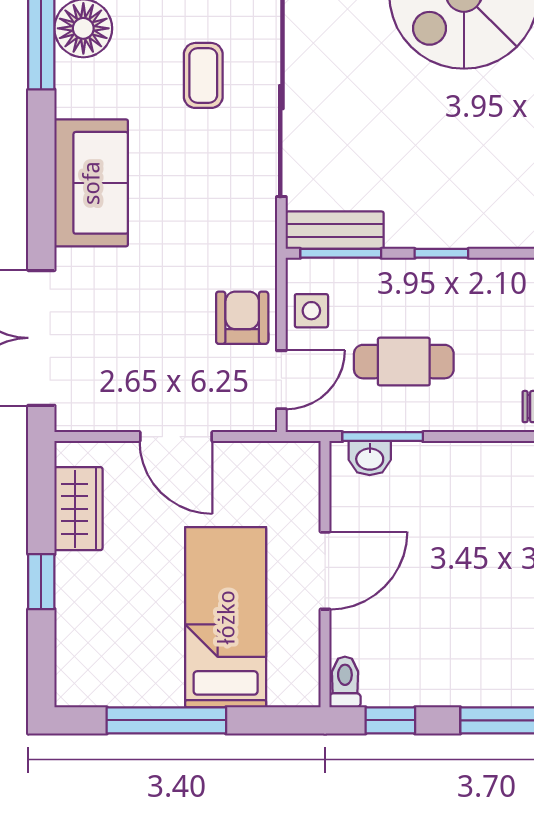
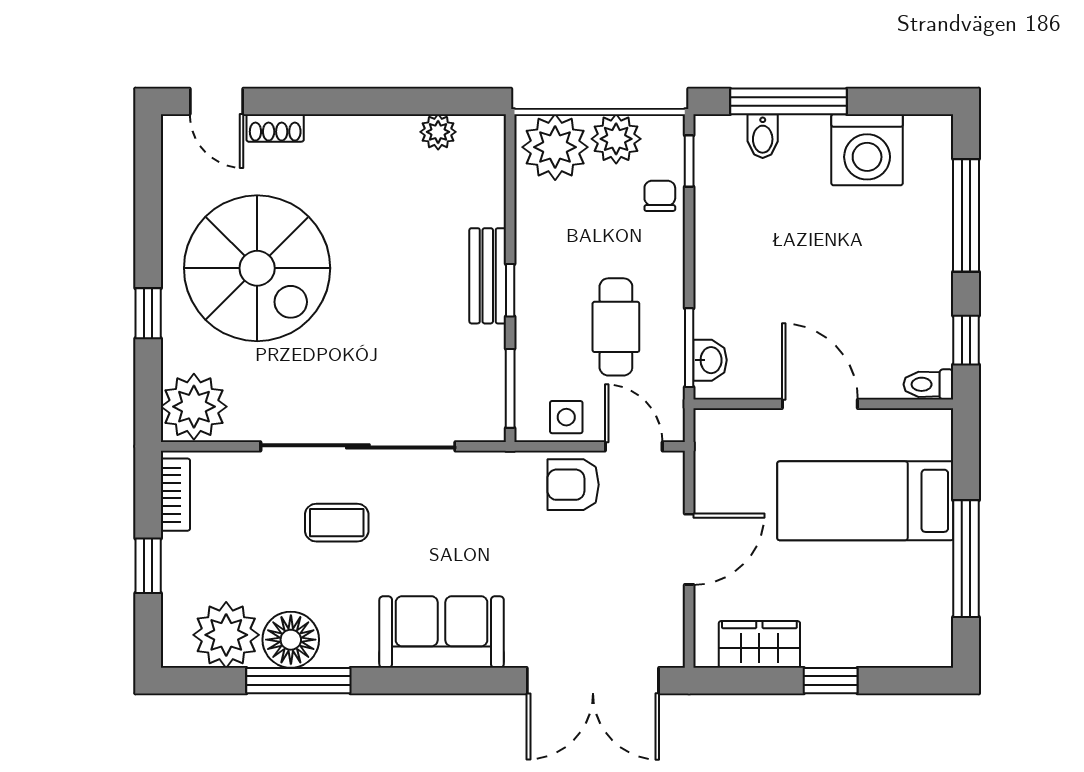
bench: (335, 230) -> (488, 276), moved

